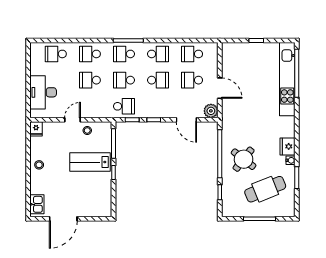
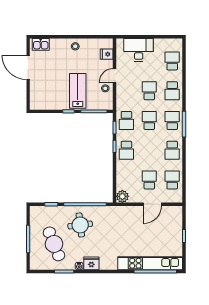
school desk: (90, 54) -> (172, 91), turned 180
school desk: (158, 80) -> (126, 150), moved
door: (220, 88) -> (152, 204), moved
door: (73, 120) -> (115, 76), swing flipped
door: (186, 120) -> (115, 175), removed
fridge: (36, 129) -> (107, 54), moved
round table: (244, 159) -> (80, 225), turned 45

